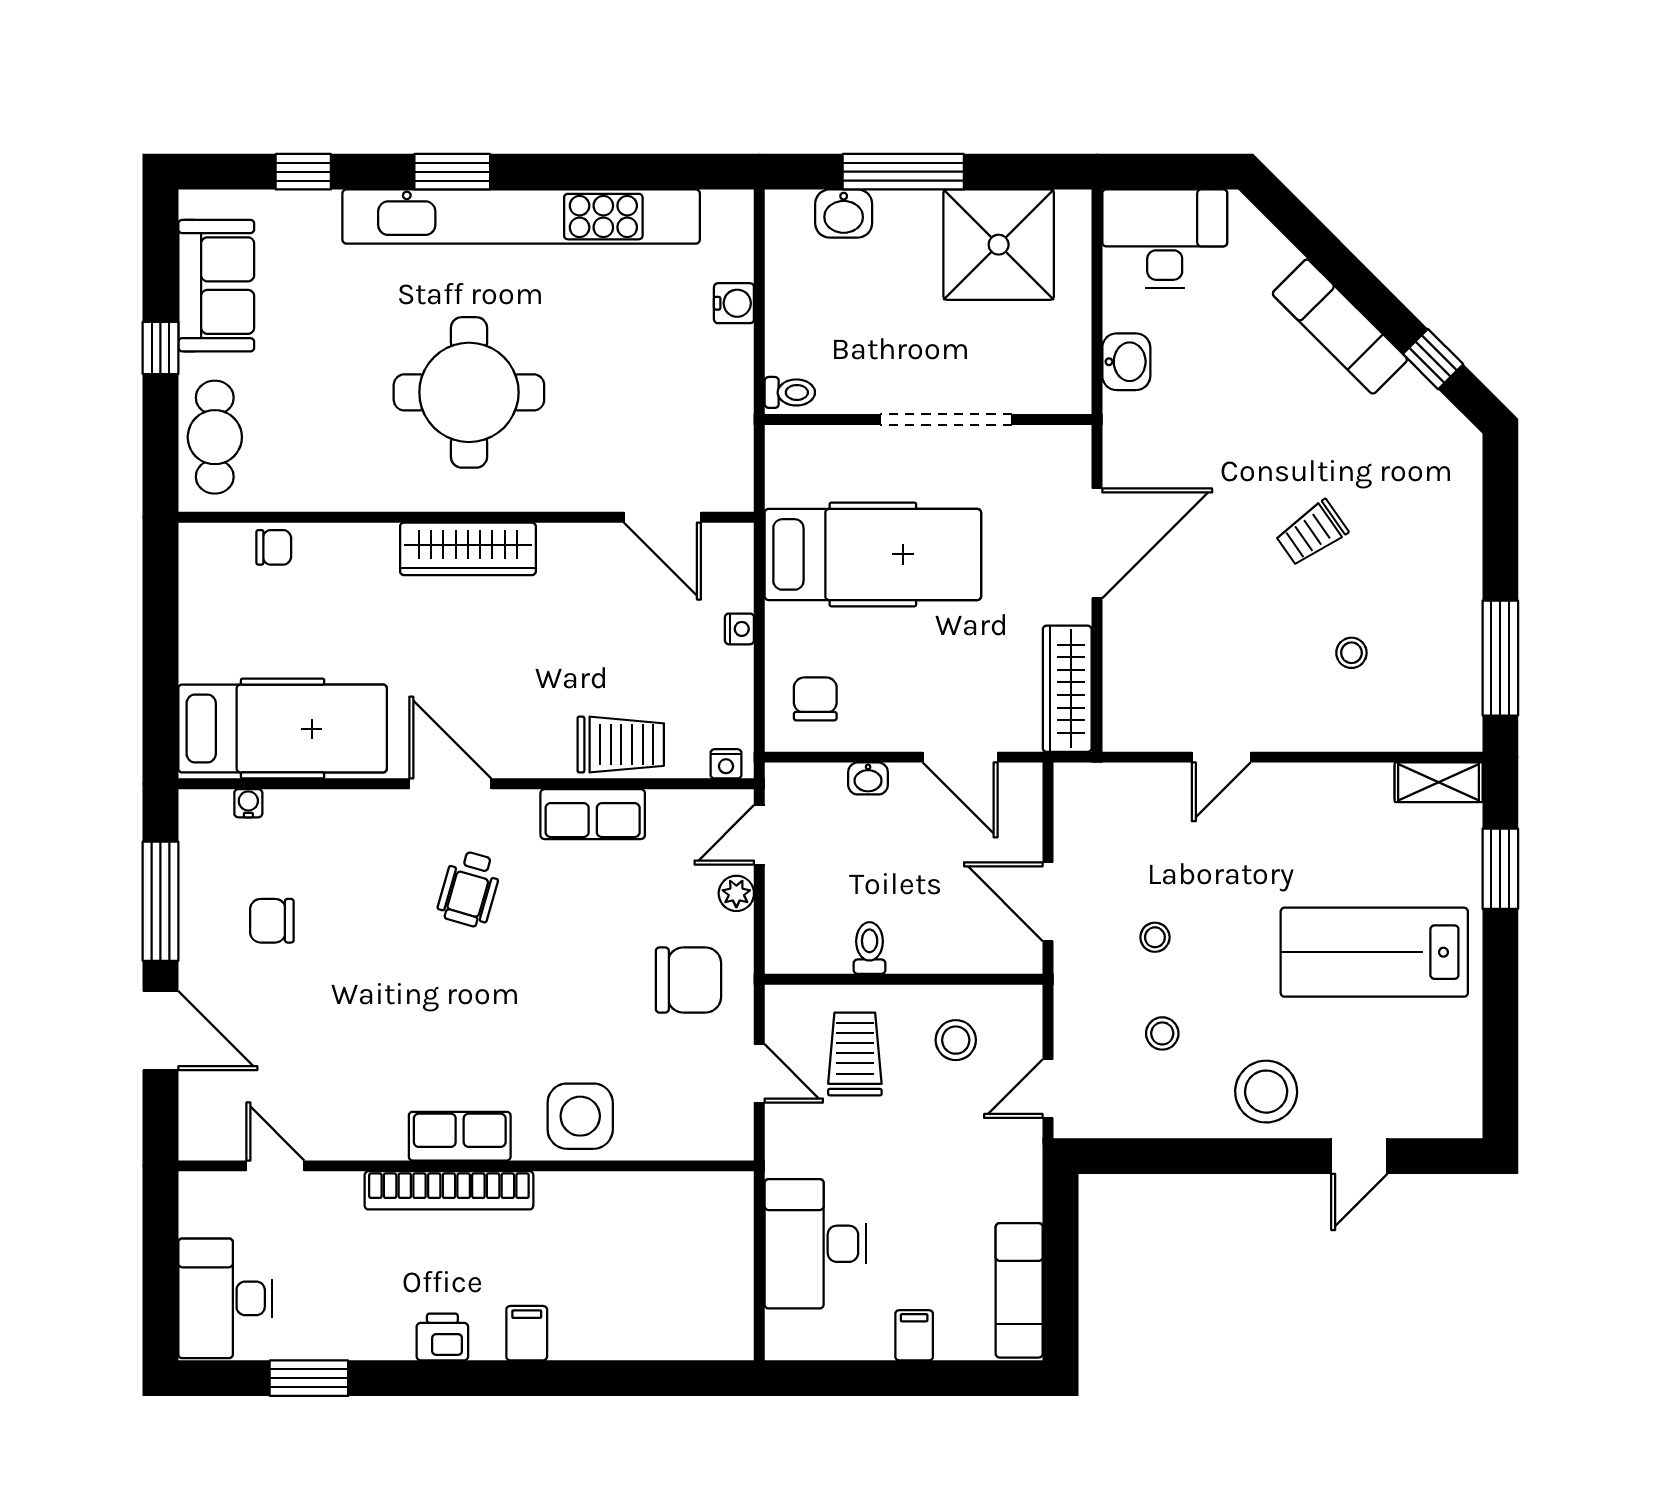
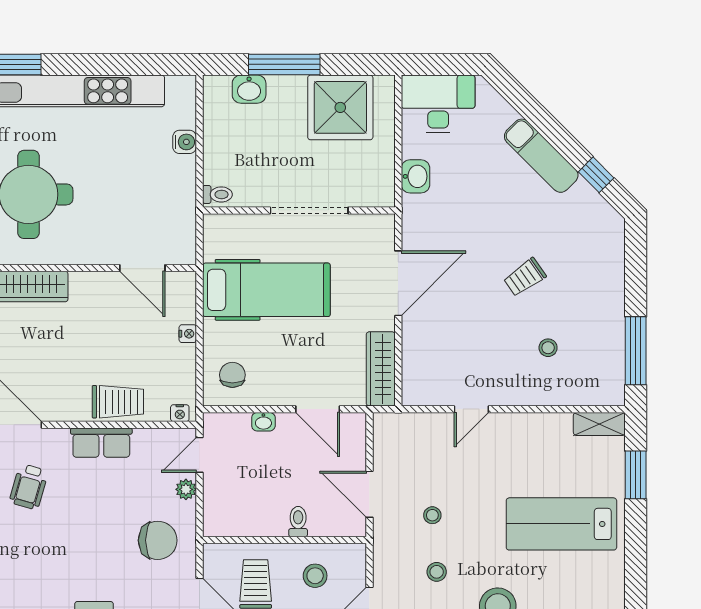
toilet: (870, 948) -> (298, 522), moved

